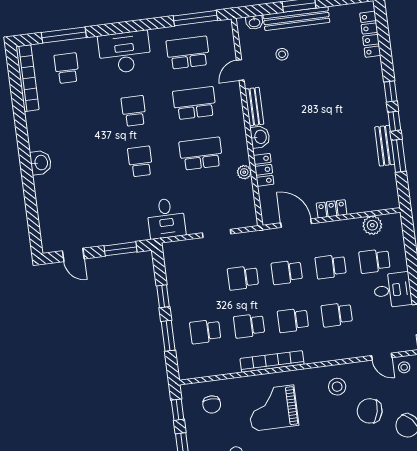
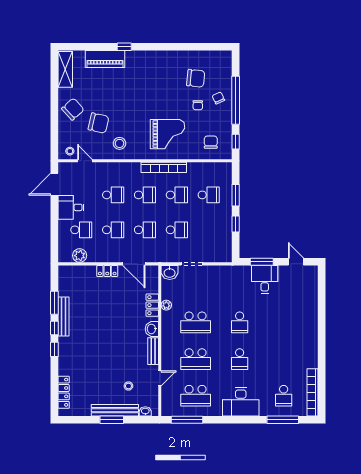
bench: (385, 146) -> (63, 316), width x1.36
washbasin: (41, 163) -> (170, 273), moved, turned -90
desk: (166, 218) -> (265, 279), moved

